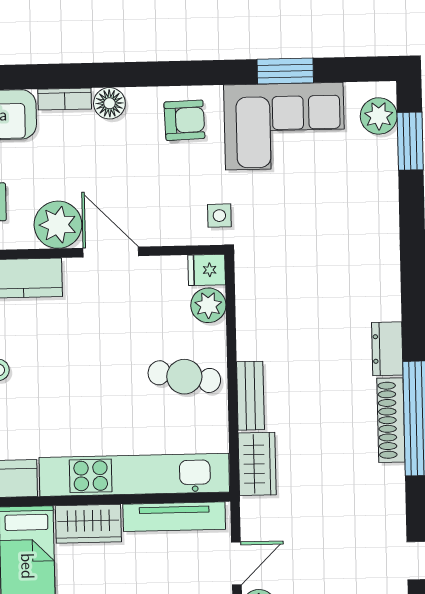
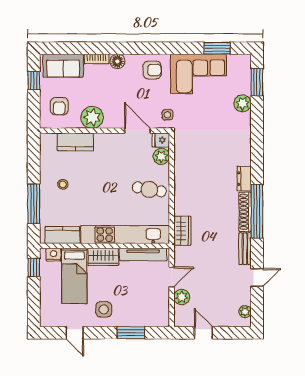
window: (285, 71) -> (217, 48), moved
plant: (379, 116) -> (243, 103), moved
door: (111, 252) -> (137, 131), moved
bench: (250, 396) -> (245, 249), moved

